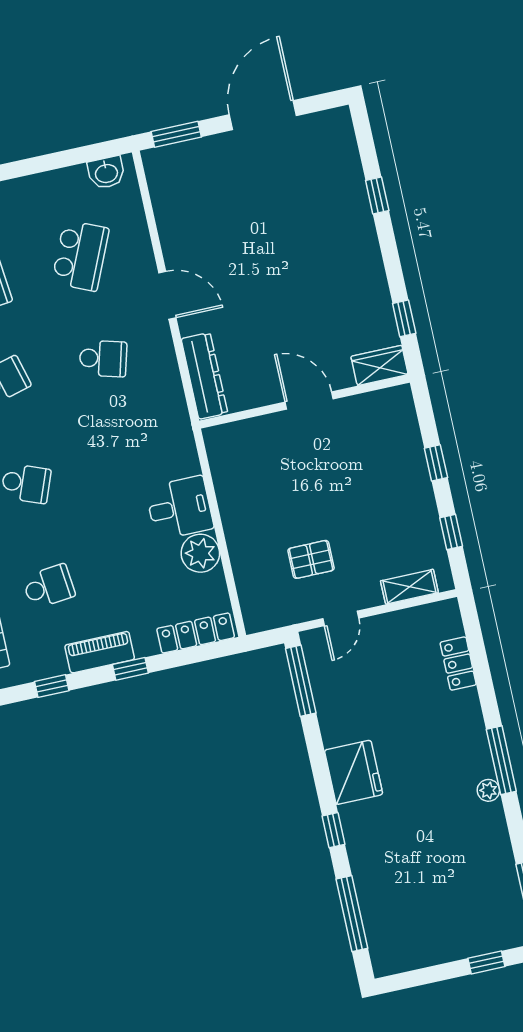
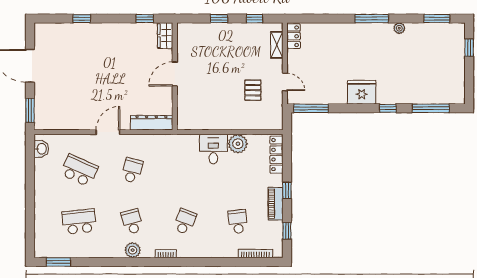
locker: (458, 664) -> (294, 36), moved, turned -90
plant: (488, 790) -> (399, 28), moved

